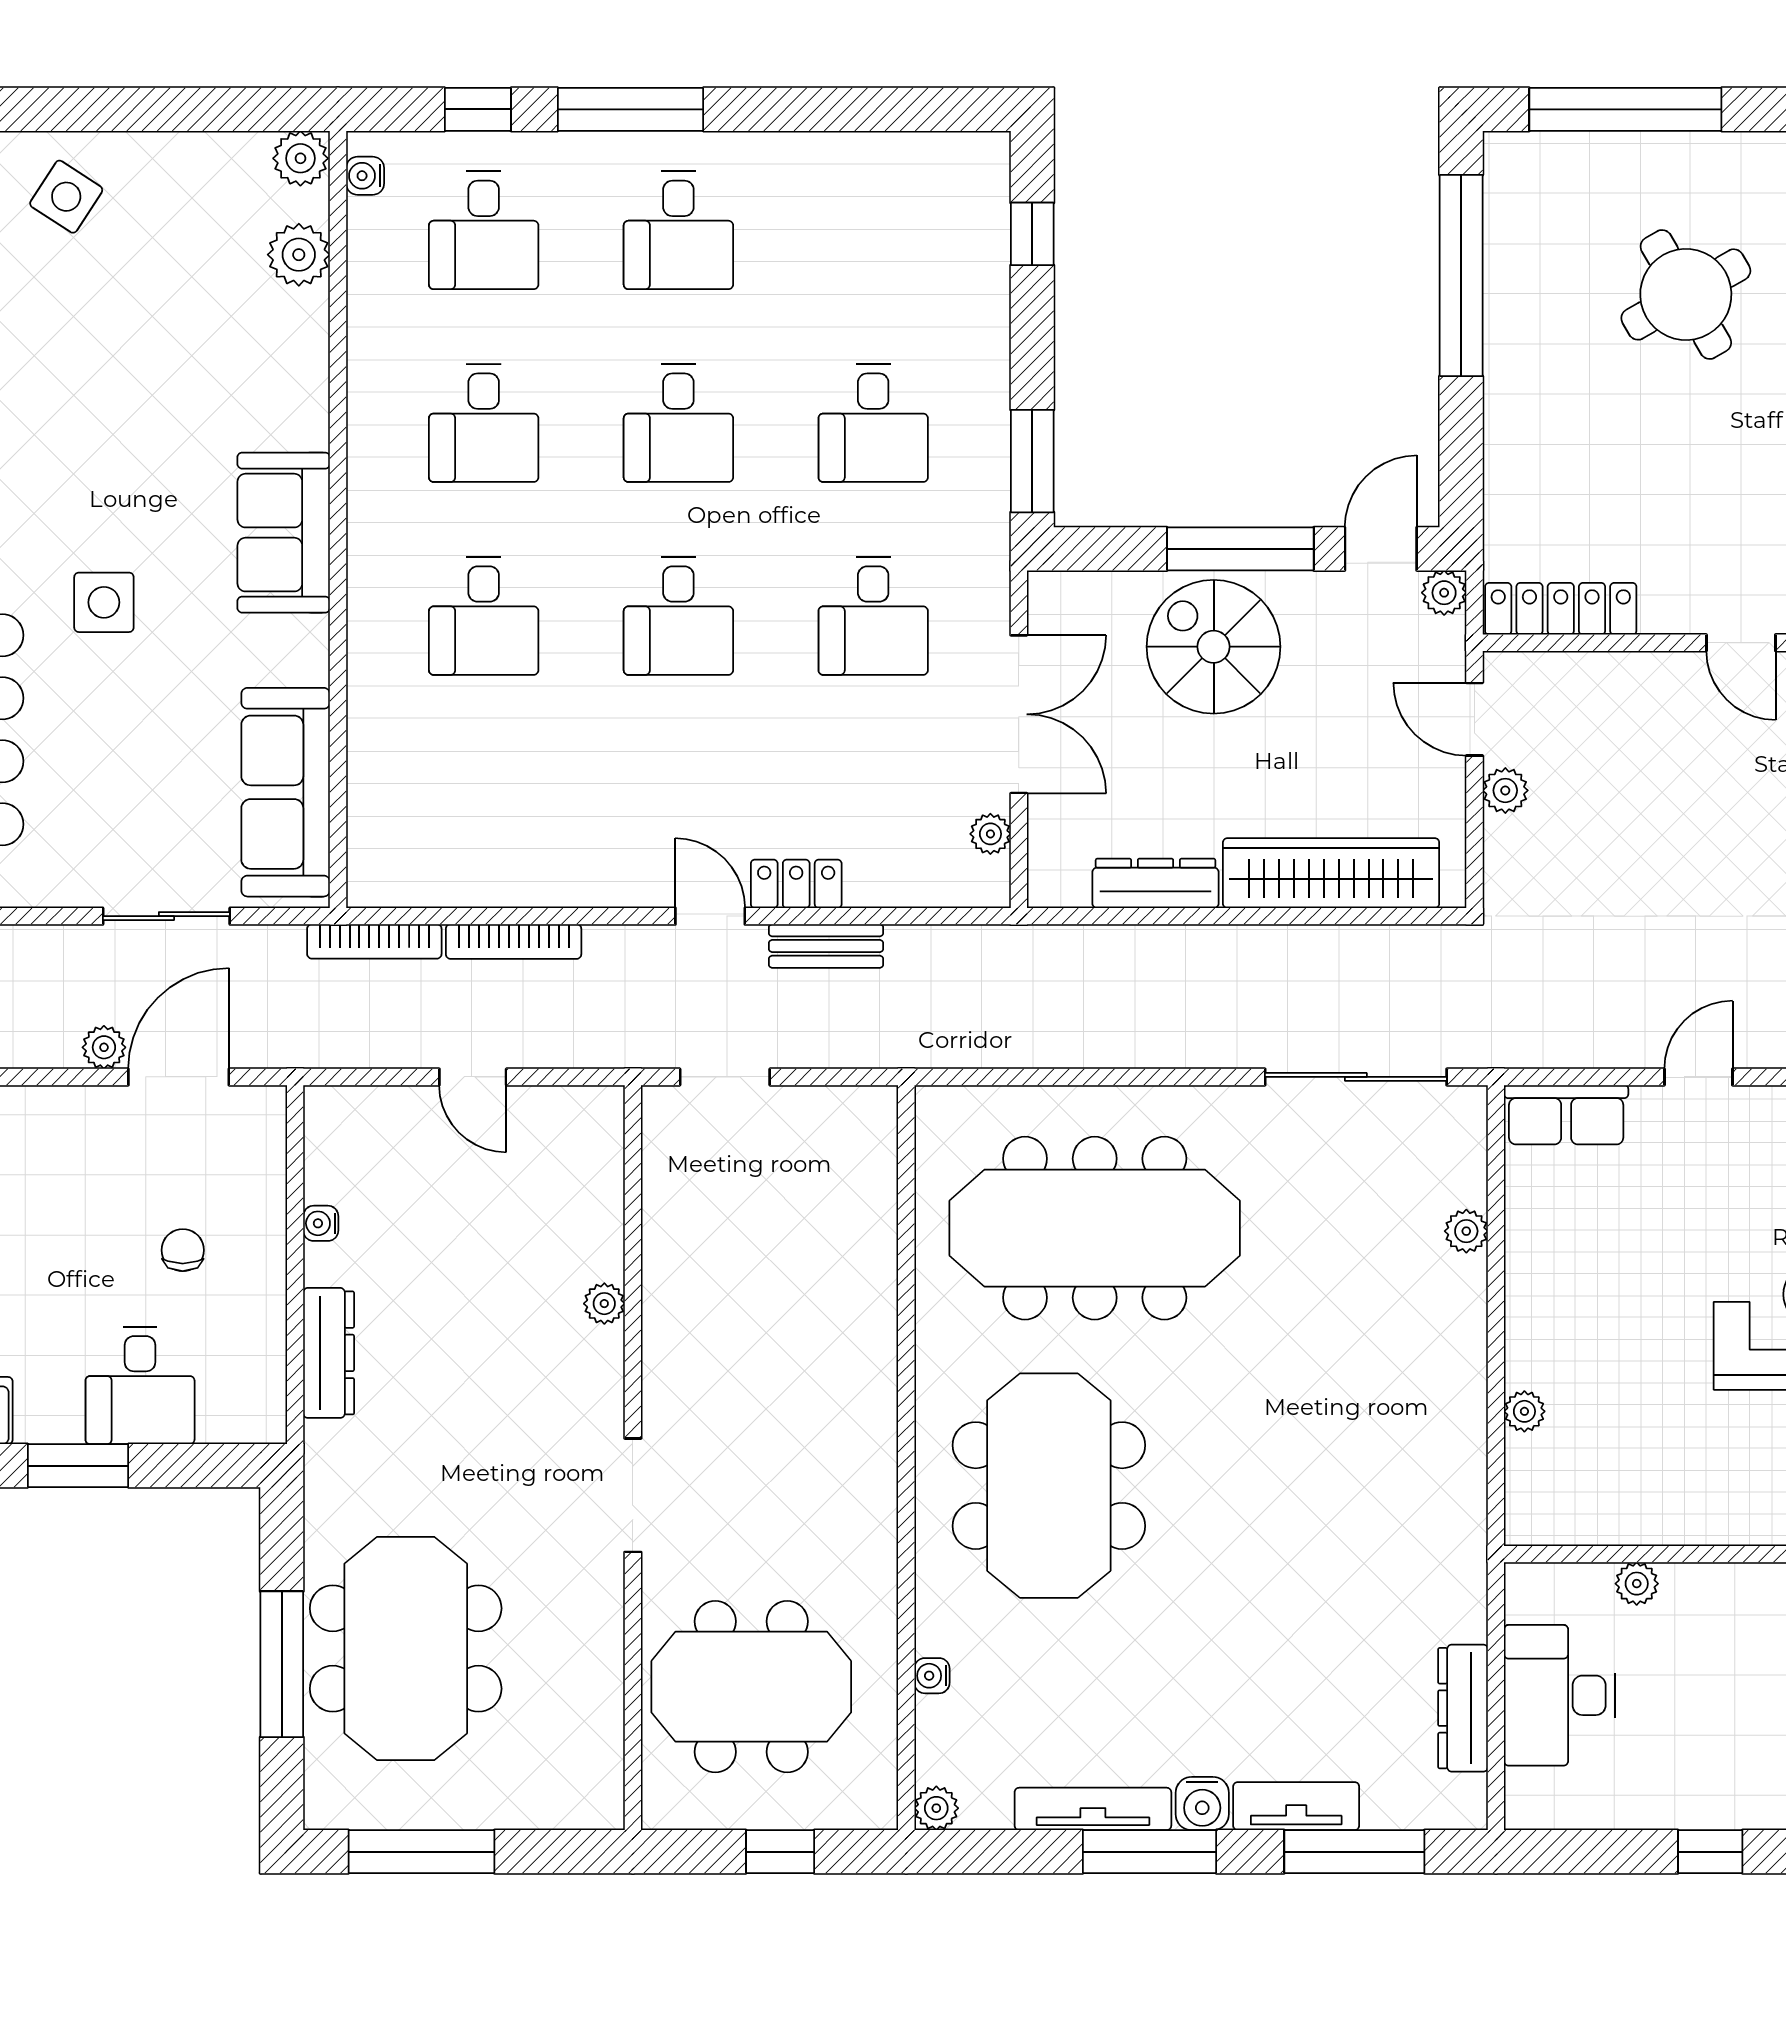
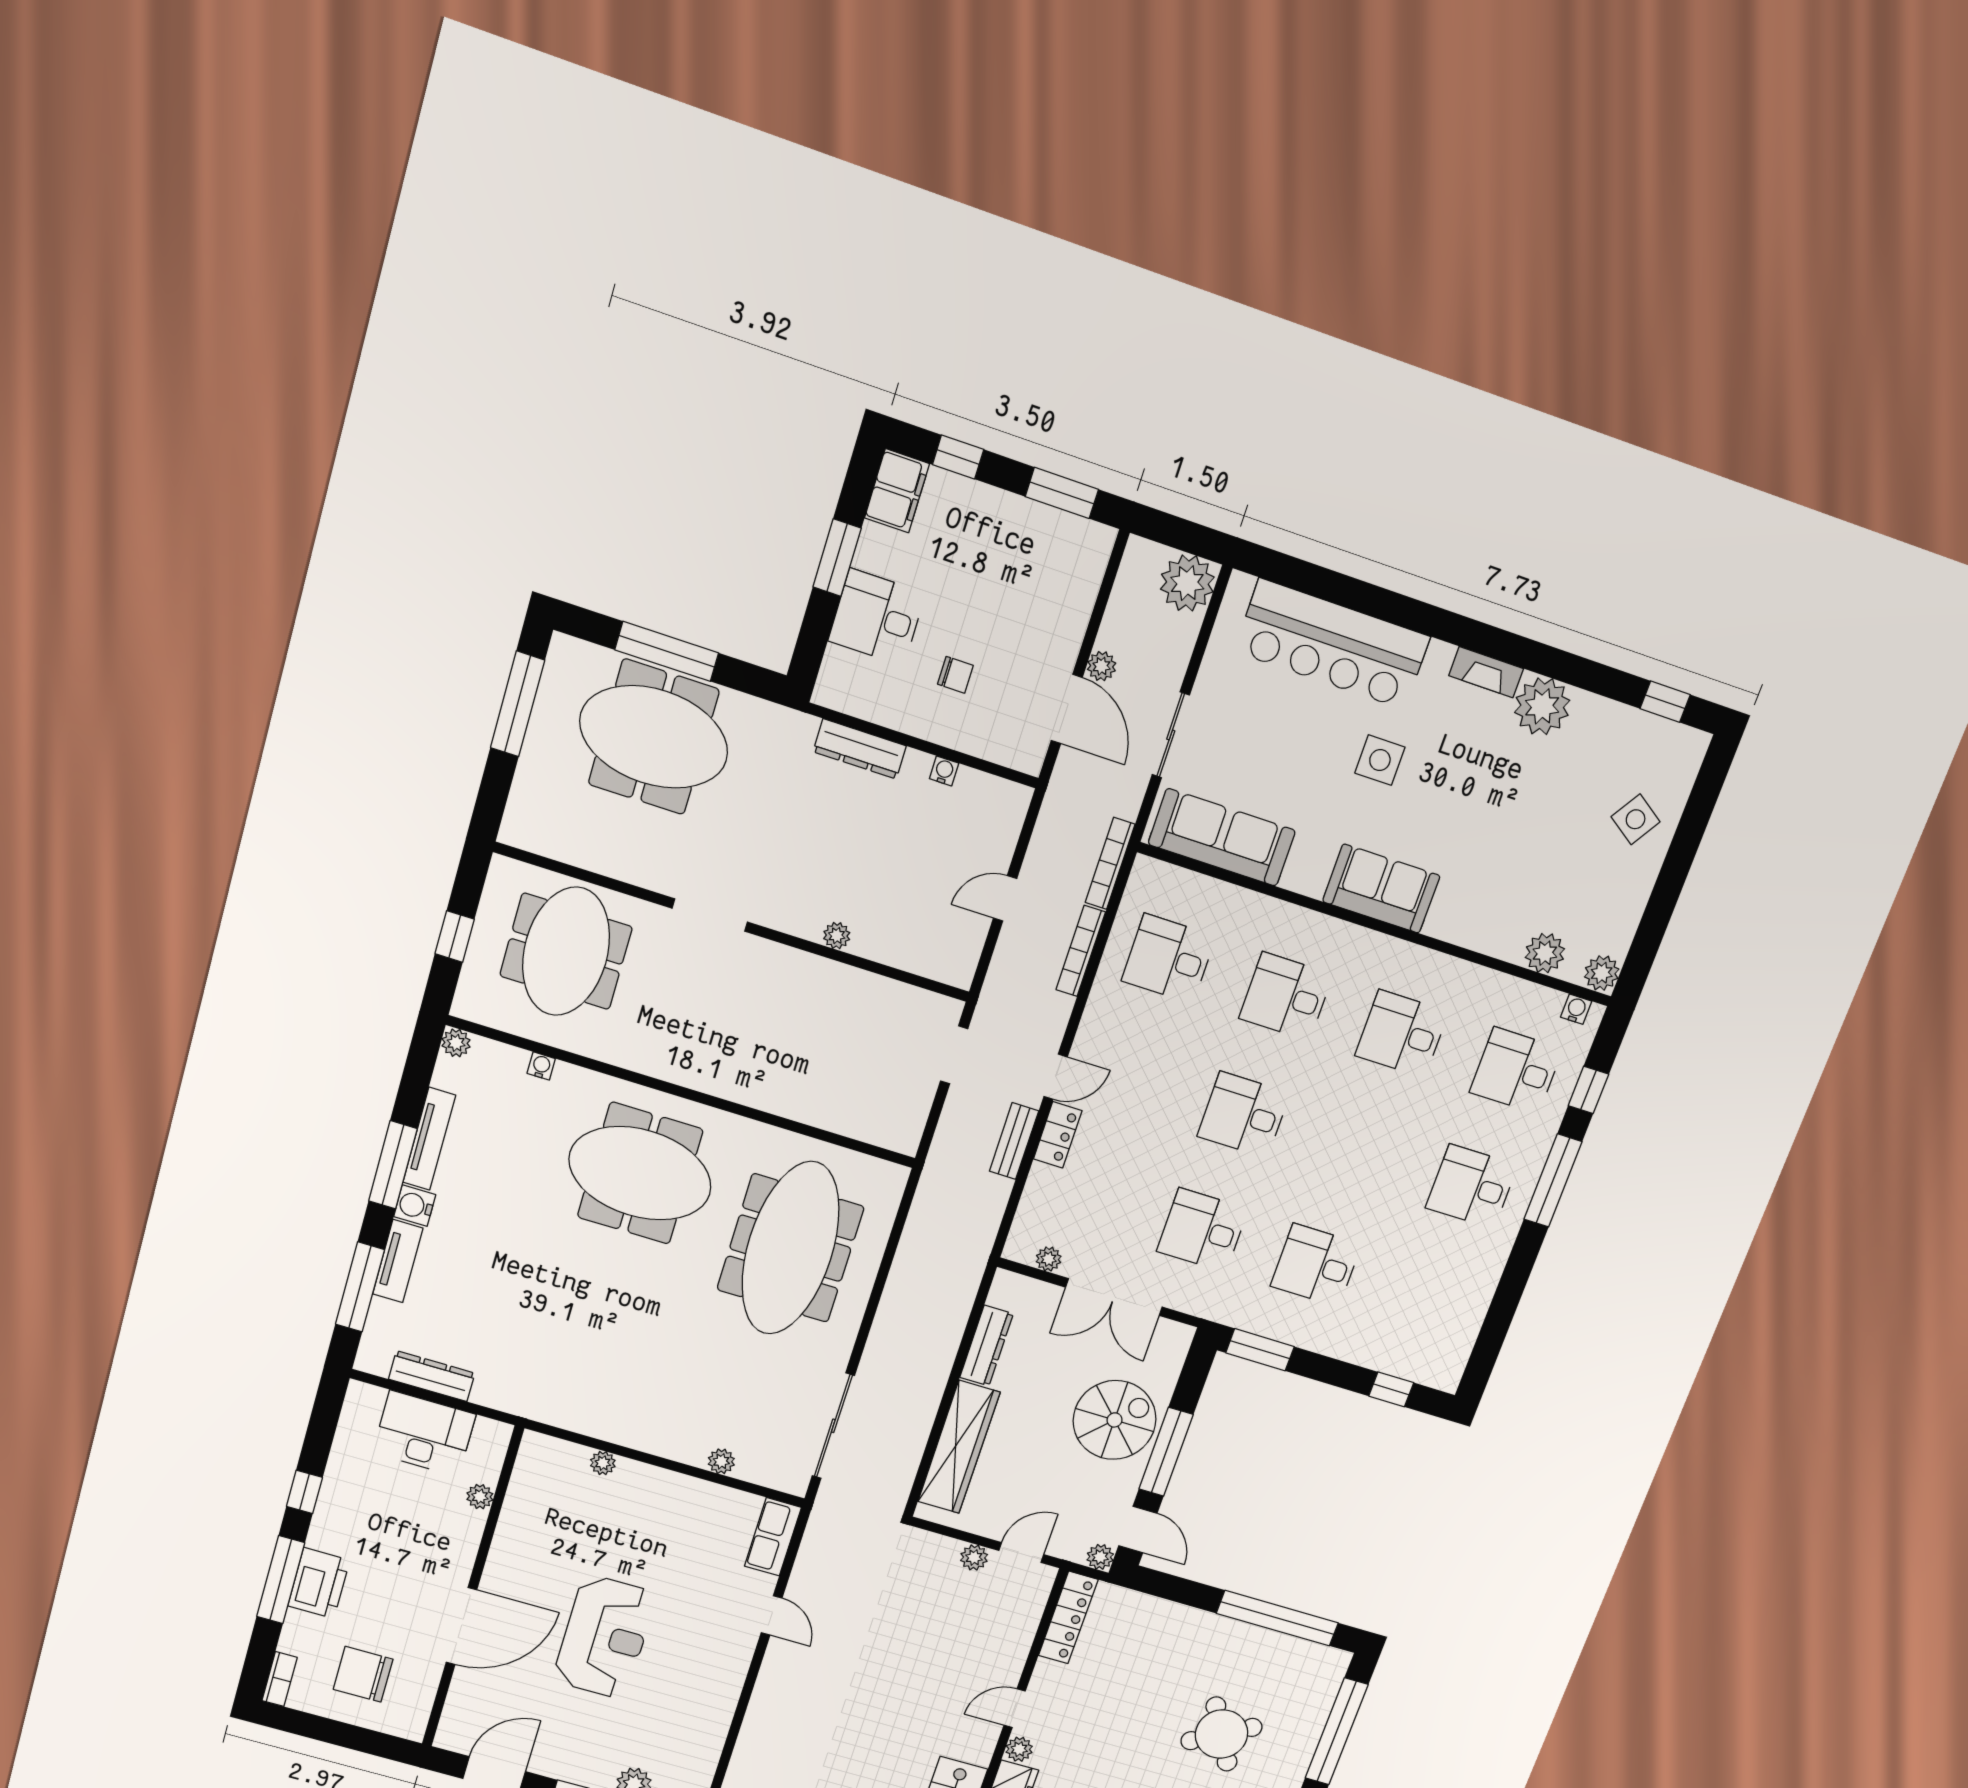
desk: (678, 423) -> (1169, 959), moved

